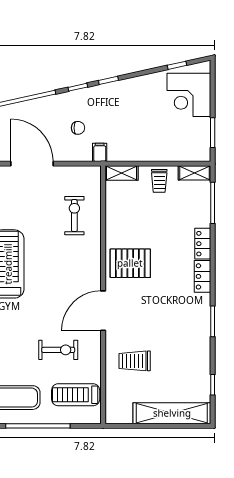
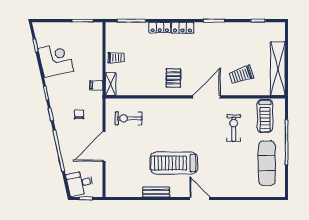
corner desk: (189, 95) -> (56, 60), moved, turned -102
filing cabinet: (100, 152) -> (96, 85), moved
shelving: (194, 173) -> (110, 33), removed
exercise bike: (74, 216) -> (128, 118), moved
pallet: (130, 263) -> (173, 78), width x0.67, depth x0.71
door: (103, 311) -> (206, 97), swing flipped
trolley: (135, 361) -> (241, 75), turned 72
shelving: (172, 413) -> (278, 69), moved

